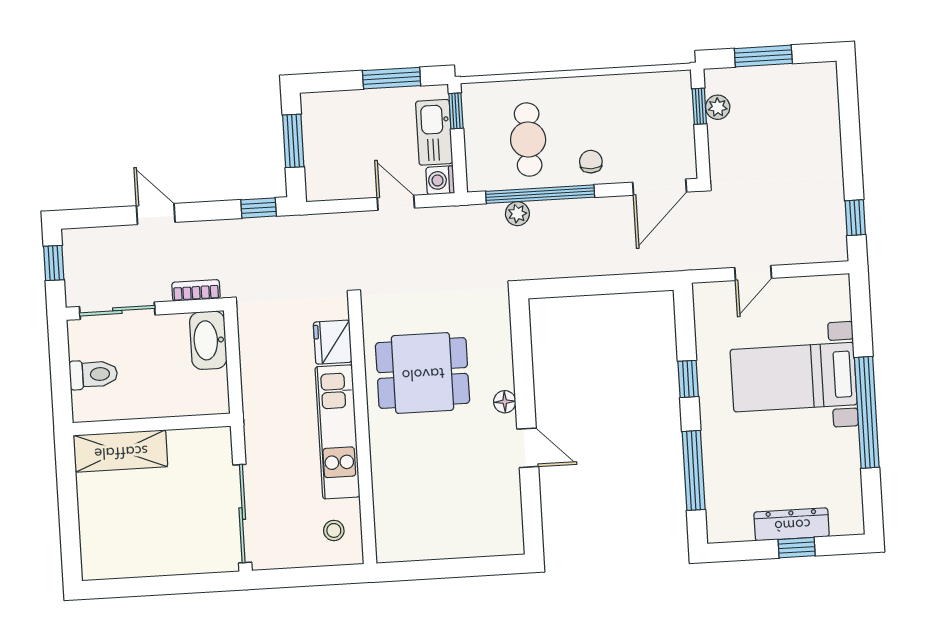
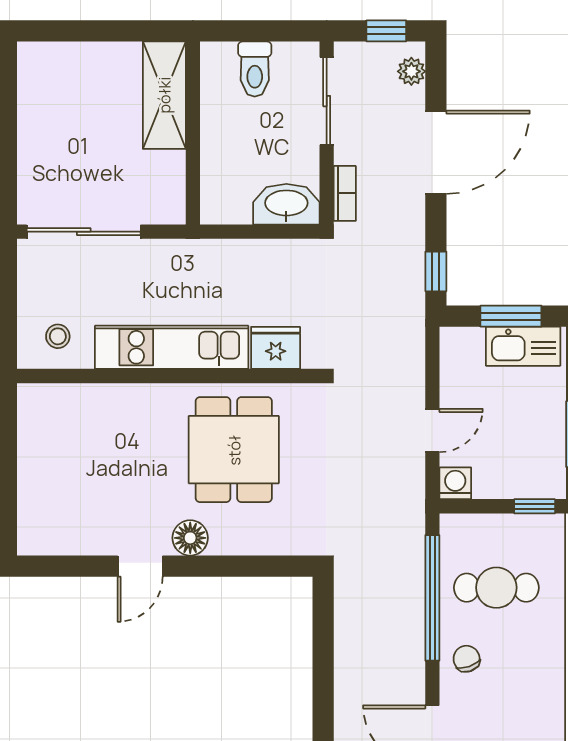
kitchen sink: (434, 132) -> (523, 346), moved, turned 180
chair: (591, 162) -> (467, 659), turned -109
door: (156, 214) -> (436, 152), width x1.87
plant: (517, 214) -> (411, 71), moved
floor lamp: (505, 402) -> (190, 538), width x1.37, depth x1.37

